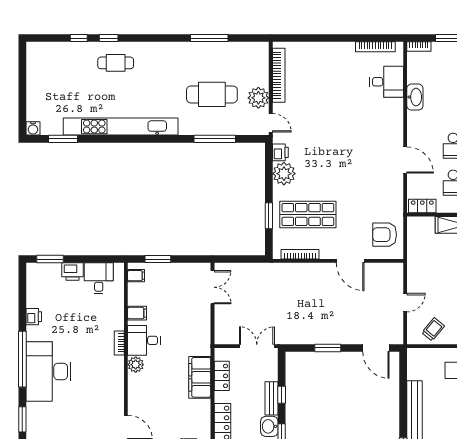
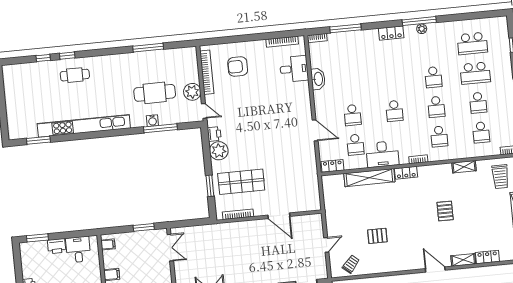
water cooler: (33, 128) -> (152, 121), moved
armchair: (385, 235) -> (238, 67), moved
window: (158, 259) -> (144, 227), moved

